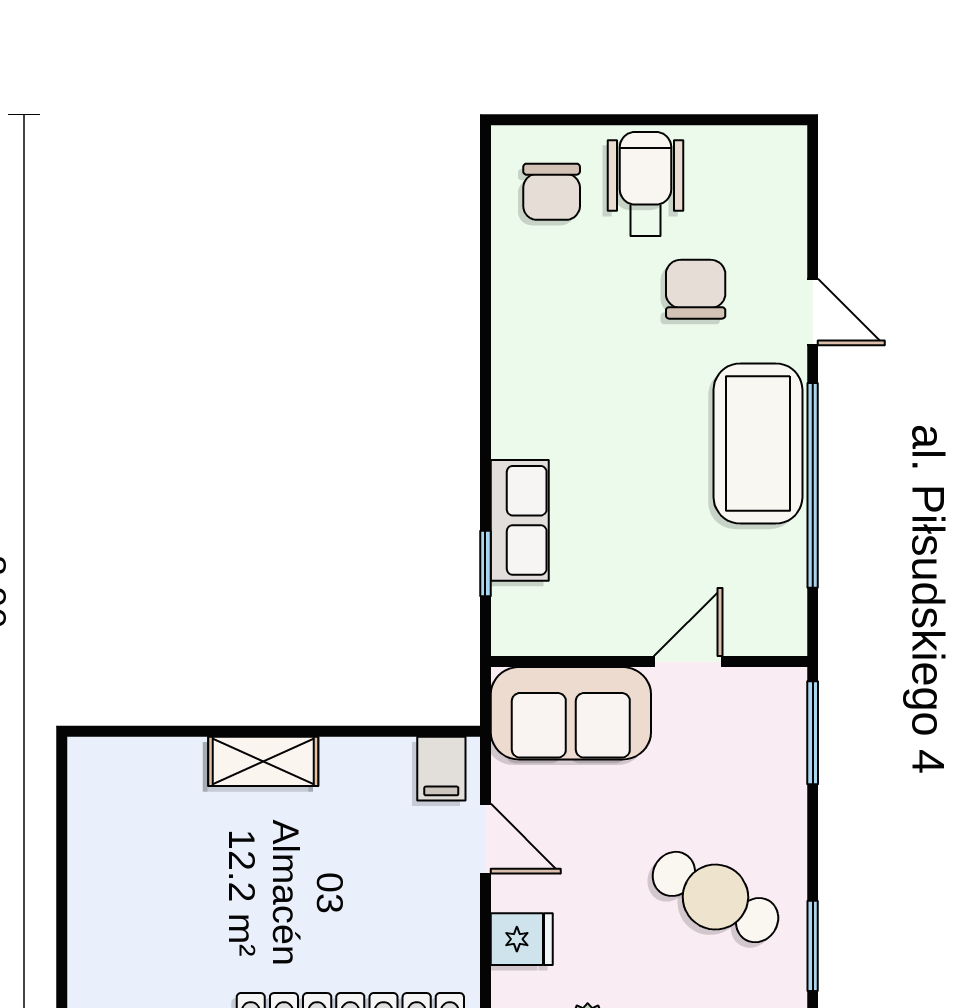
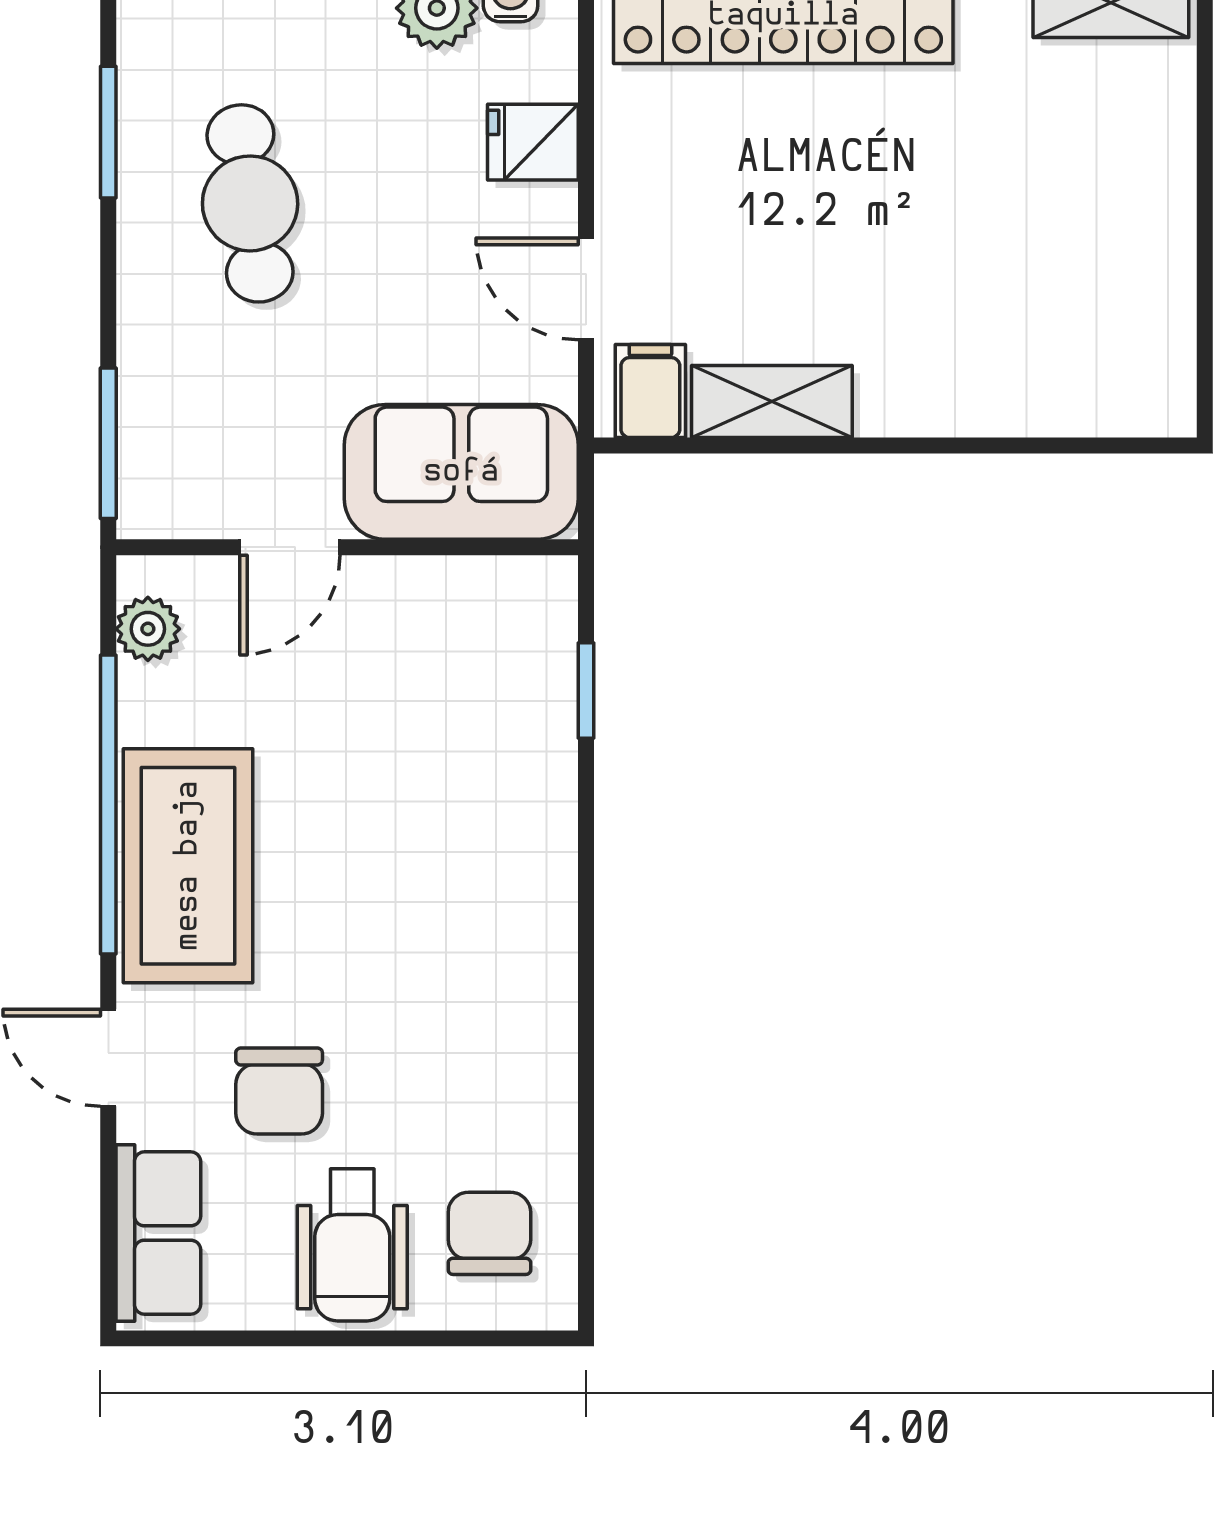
row of seats: (520, 520) -> (158, 1233), moved, turned 180
plant: (785, 606) -> (148, 629), added
shelving: (263, 761) -> (772, 402), moved
cafe table: (715, 897) -> (250, 203), turned 53

